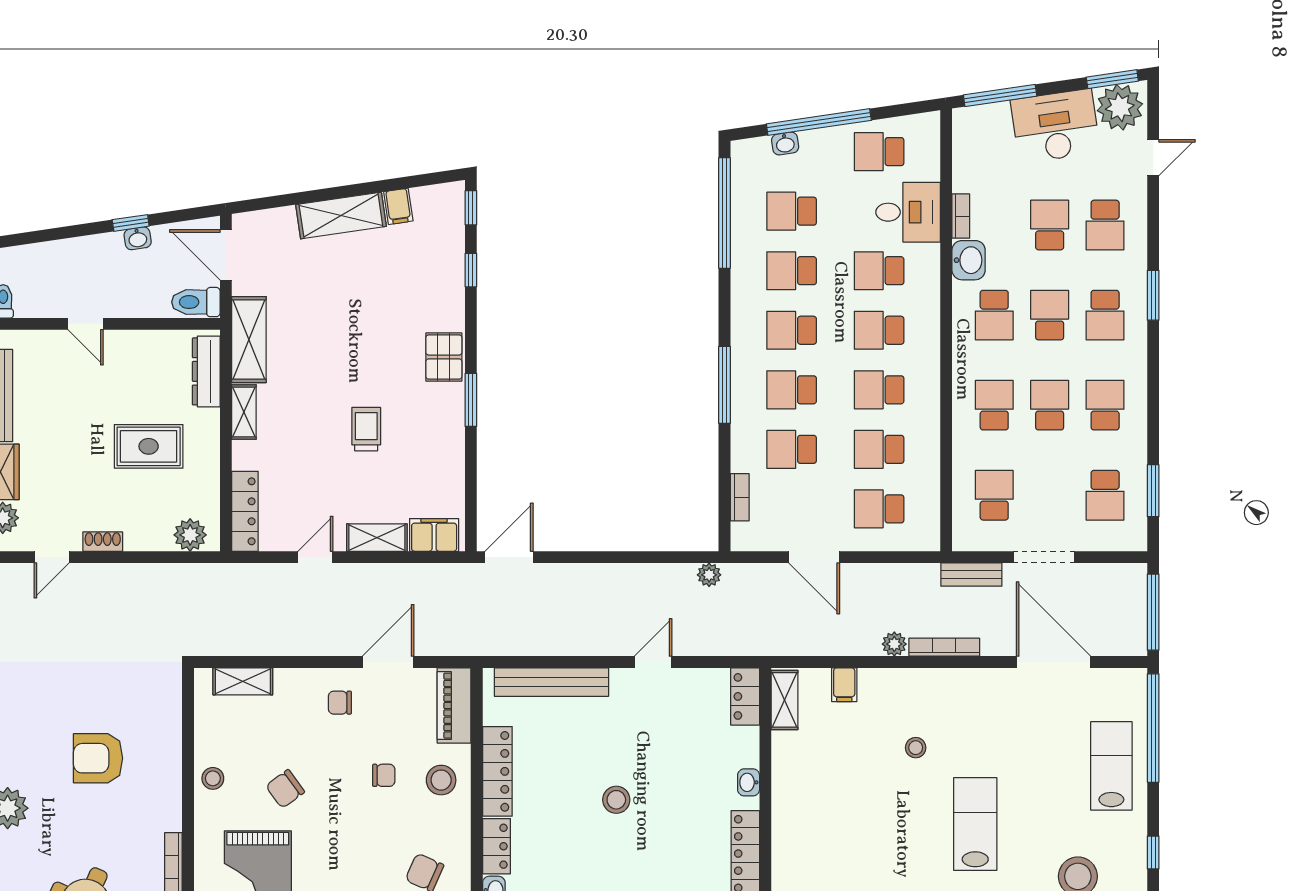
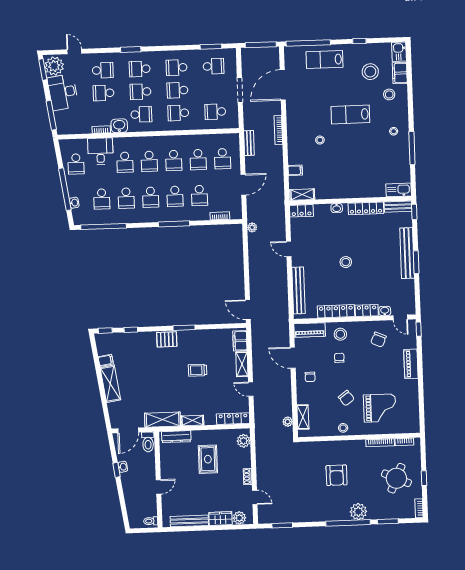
school desk: (1105, 315) -> (140, 69), turned 180
bench: (971, 575) -> (249, 143), moved
plant: (894, 644) -> (288, 422), moved

